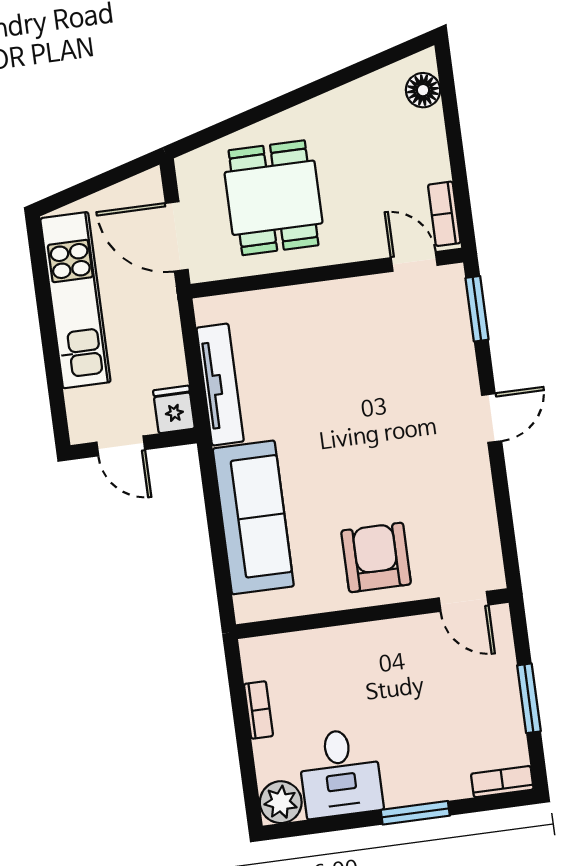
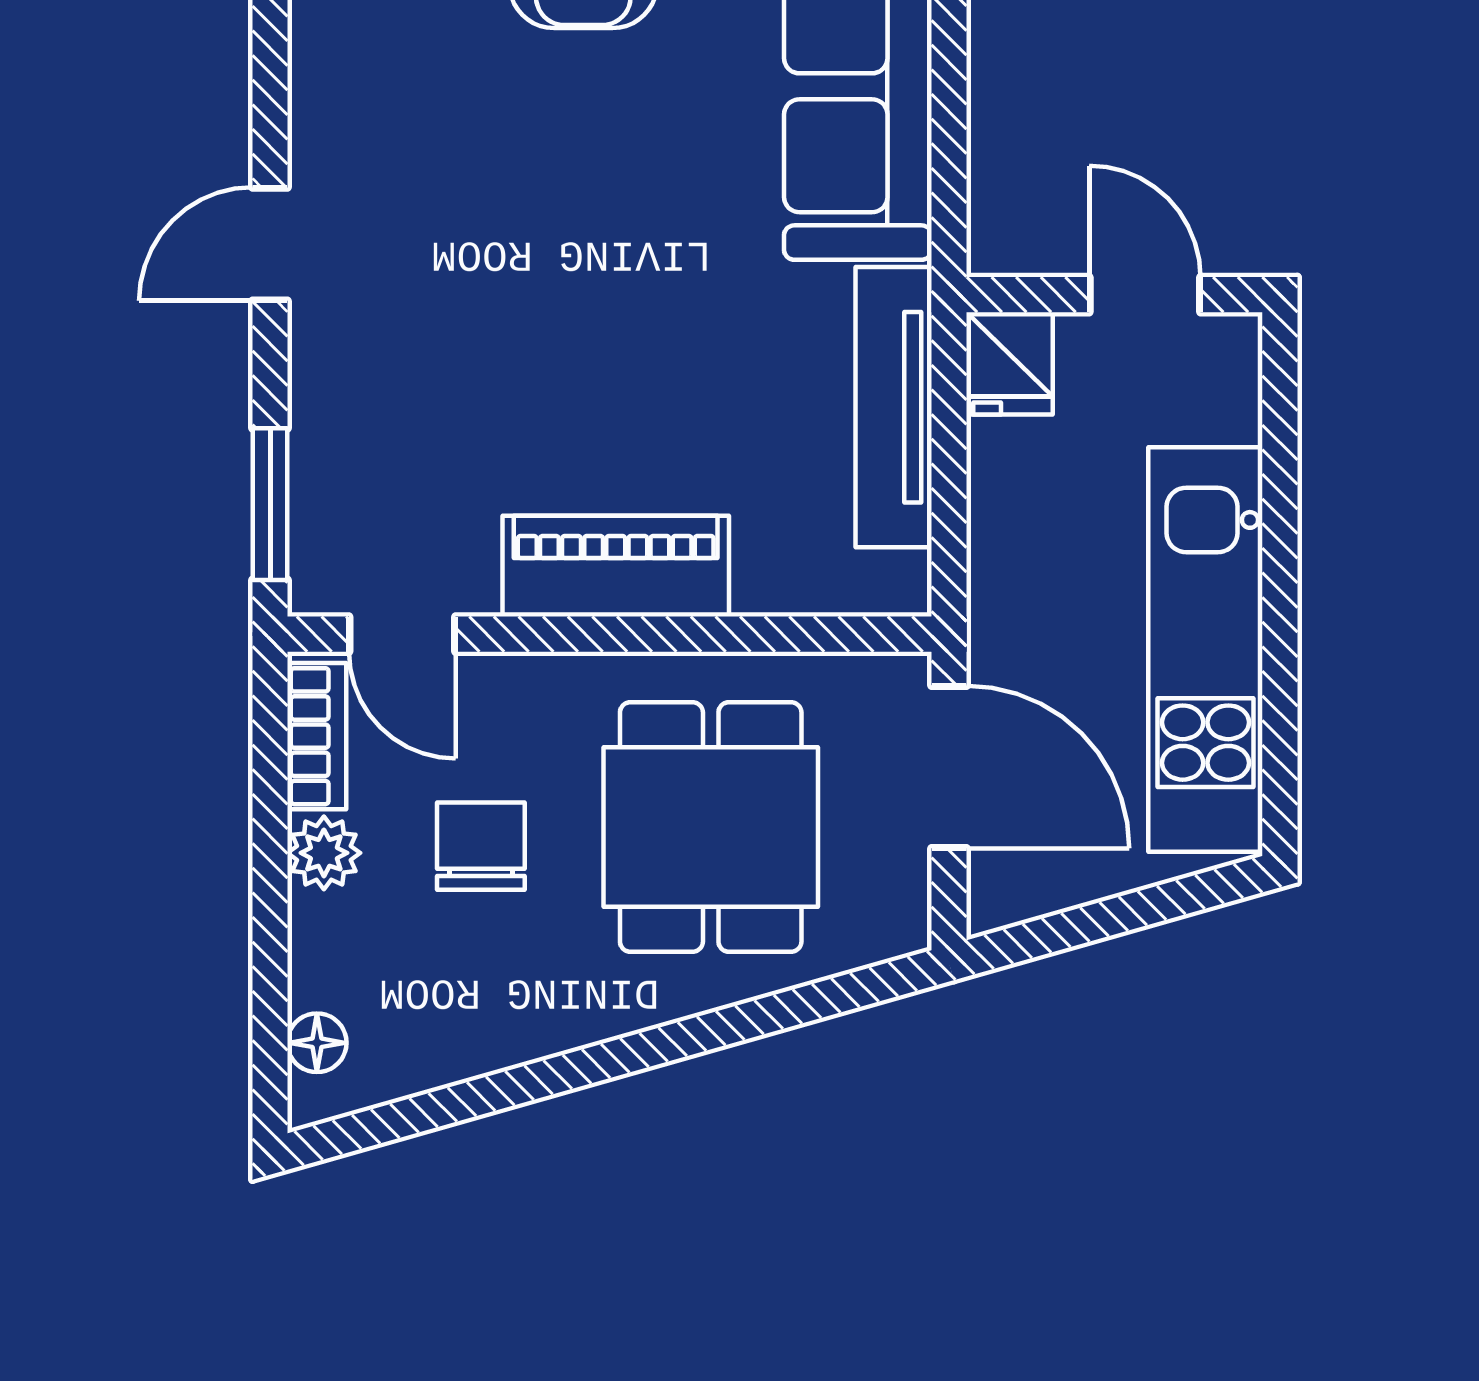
floor lamp: (423, 90) -> (317, 1043), width x0.73, depth x0.73
plant: (435, 165) -> (324, 853), added
chair: (369, 177) -> (481, 846), added
piano: (328, 302) -> (616, 566), added

